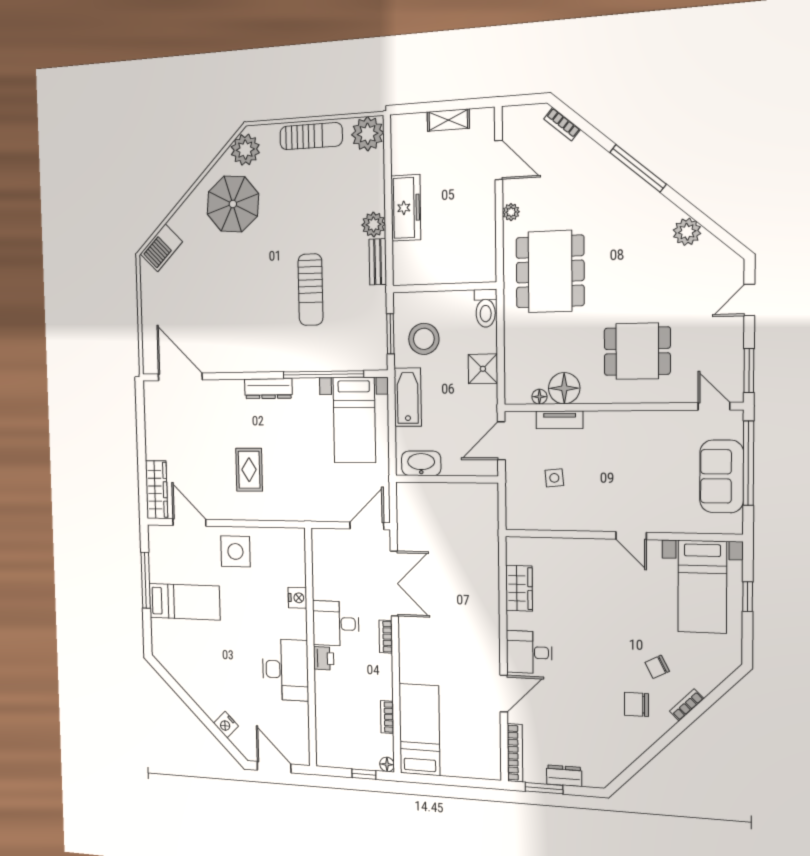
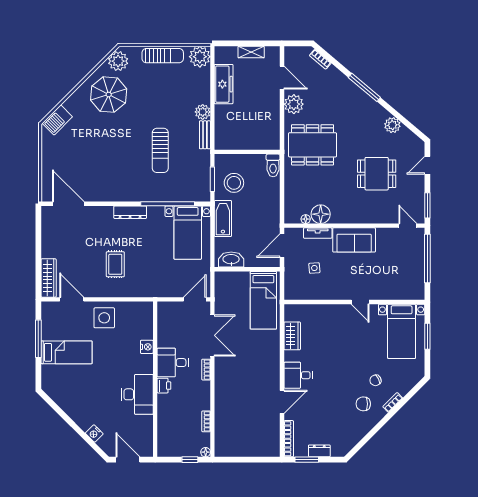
freezer: (406, 208) -> (224, 84), moved
plant: (511, 212) -> (294, 104), width x1.87, depth x1.87
dining table: (550, 272) -> (313, 145), turned 90
dining table: (637, 351) -> (377, 174), moved
shower: (483, 369) -> (271, 202), removed
sofa: (722, 476) -> (354, 240), moved, turned -90
window: (748, 597) -> (427, 336), width x1.50
bed: (419, 730) -> (263, 300), moved, turned 180

